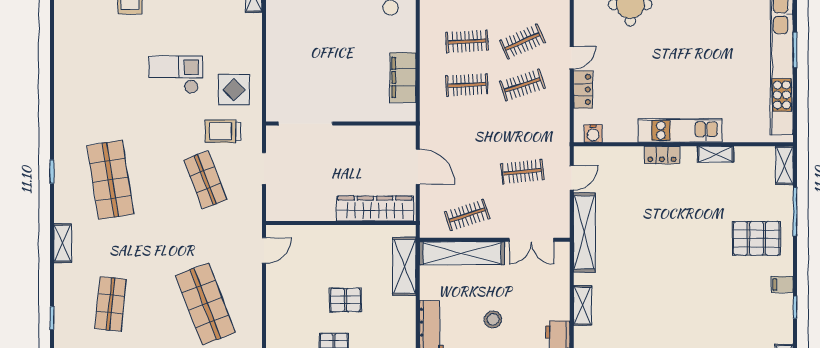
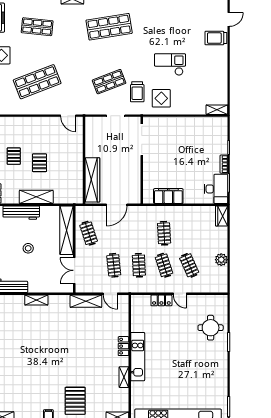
clothes rail: (467, 41) -> (139, 265), moved
checkout: (176, 75) -> (170, 65), turned -90
trolley: (223, 131) -> (137, 92), turned 180
water cooler: (593, 133) -> (136, 306), removed
shelving: (584, 232) -> (86, 301), width x0.68
shelving: (404, 266) -> (36, 197), moved

